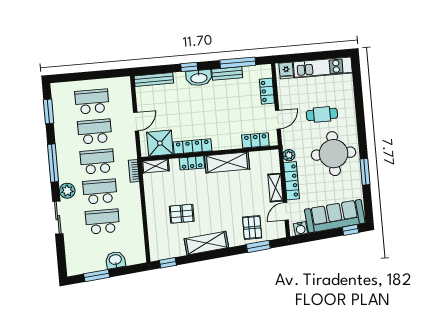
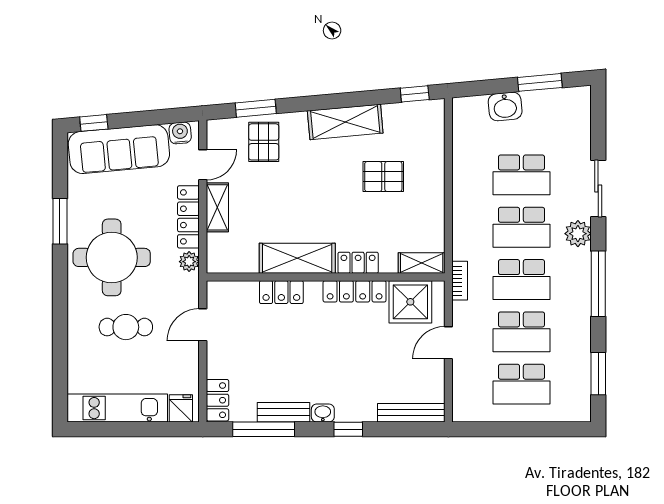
washbasin: (199, 78) -> (323, 413), width x0.52, depth x0.69
locker: (267, 91) -> (217, 400), moved
locker: (255, 140) -> (281, 292), moved
bookcase: (134, 171) -> (460, 281), moved

